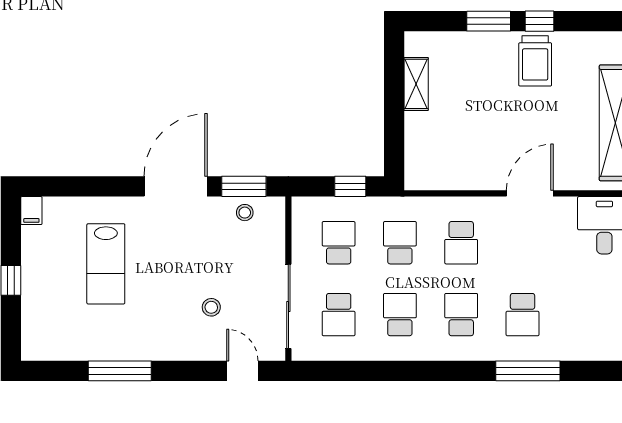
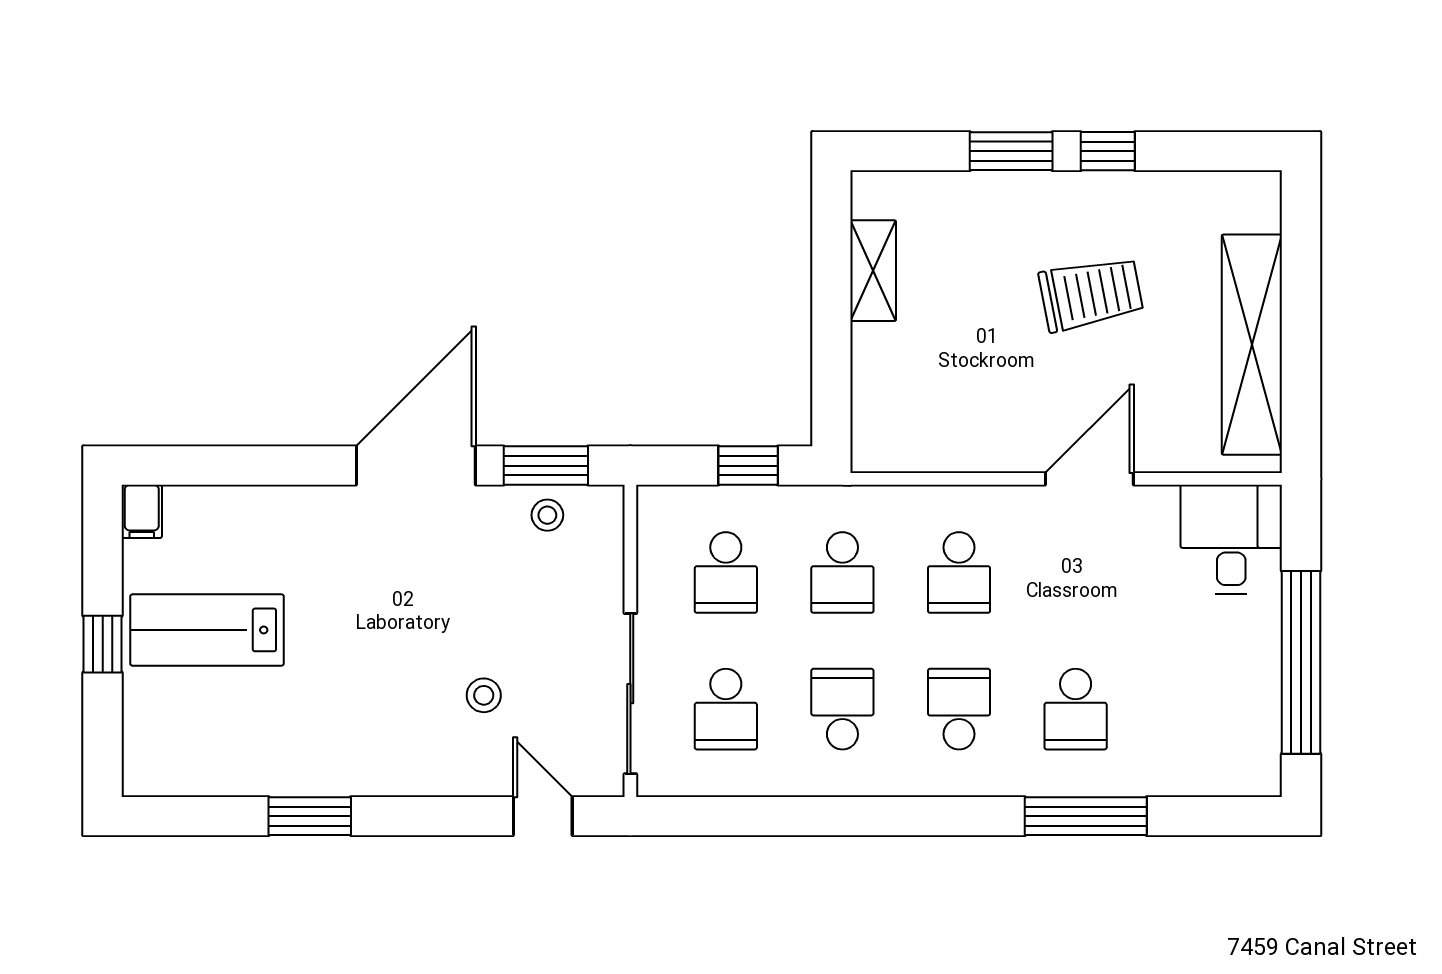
trolley: (535, 61) -> (1091, 294), moved, turned -101
school desk: (339, 243) -> (726, 573), turned 180
school desk: (400, 243) -> (842, 573), turned 180
lab bench: (106, 264) -> (207, 630), moved, turned 90
window: (120, 371) -> (310, 816), width x0.69

